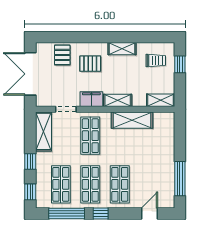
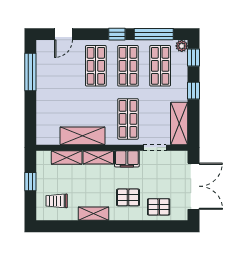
pallet: (62, 55) -> (159, 207), turned 90
window: (180, 64) -> (30, 182), moved
shelving: (161, 100) -> (67, 157), moved
plant: (41, 203) -> (182, 46), added

